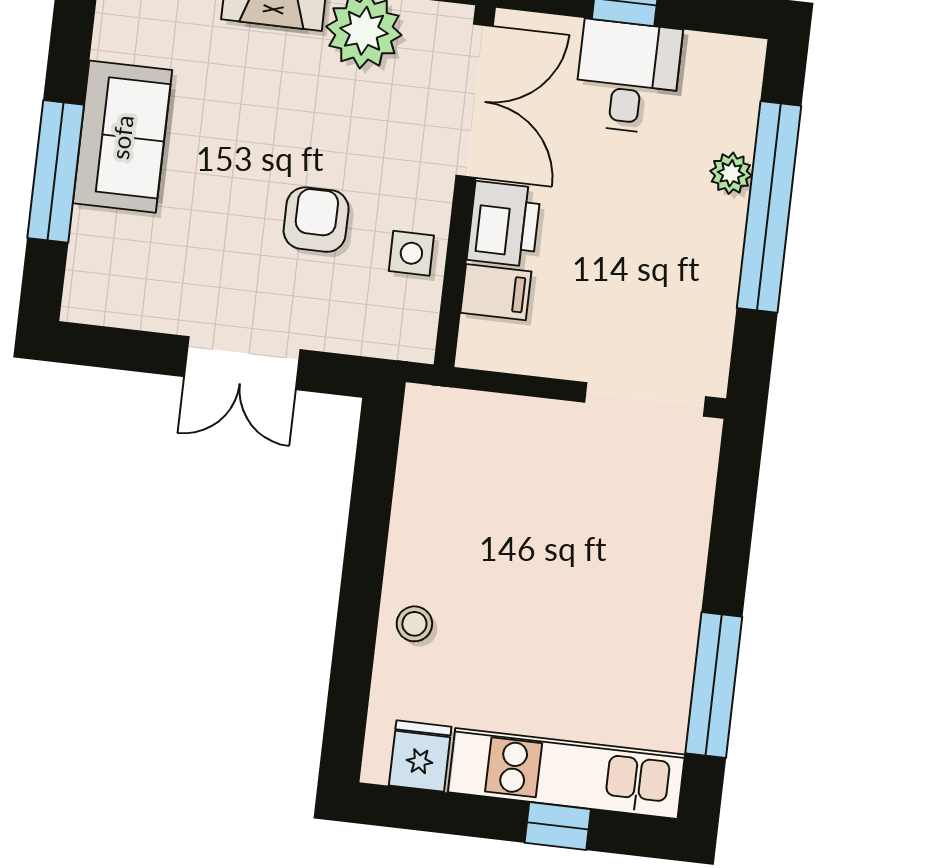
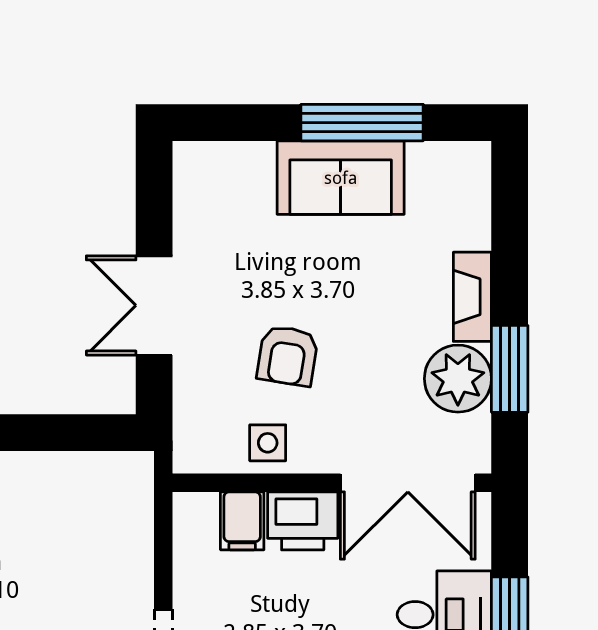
window: (56, 171) -> (362, 123), moved
armchair: (316, 220) -> (288, 356), turned 99

